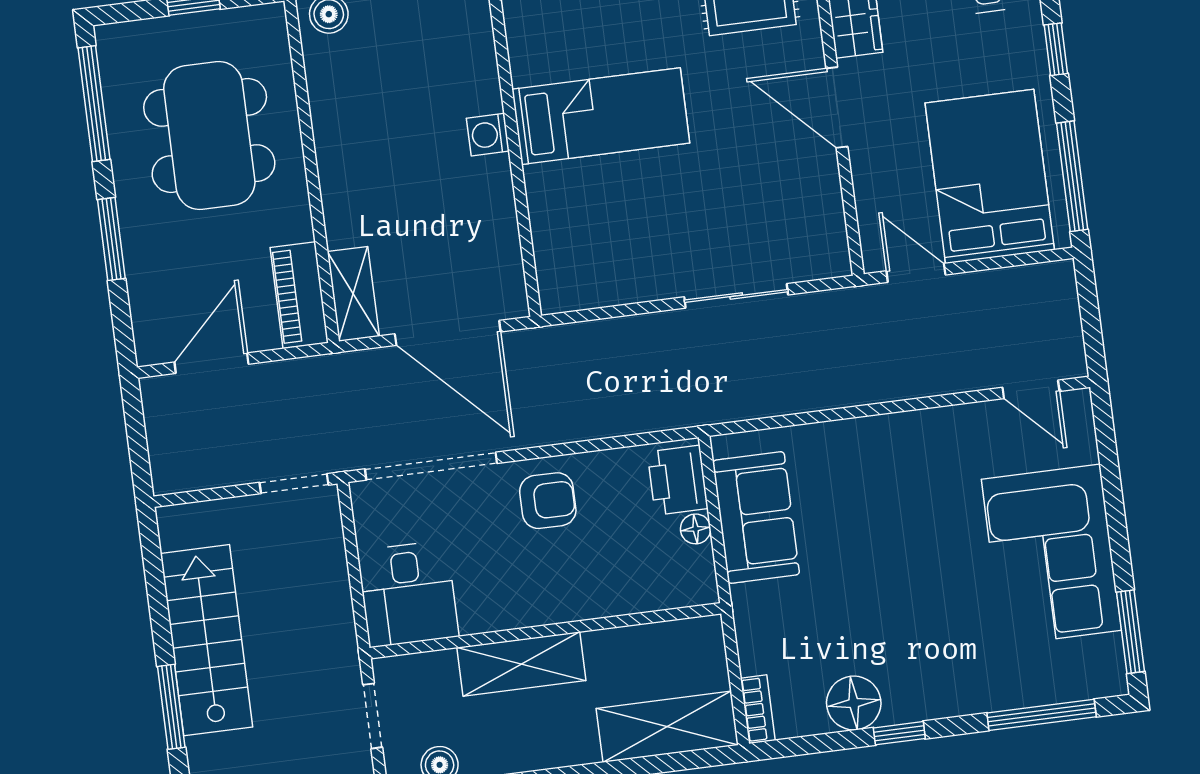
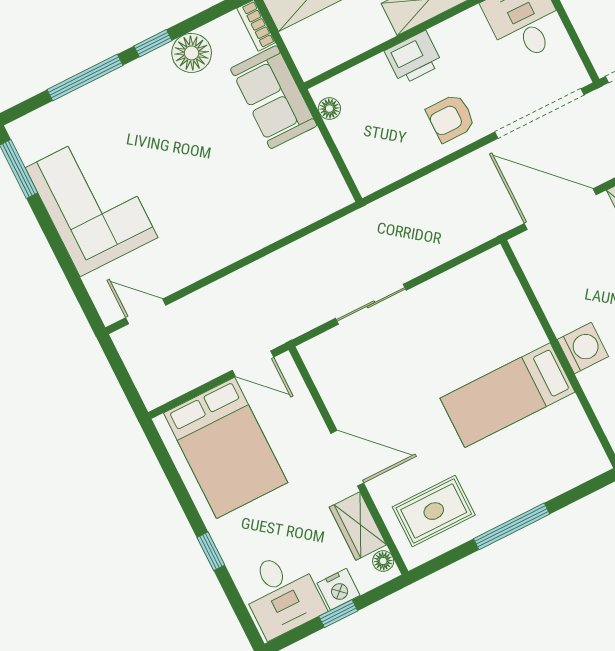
washing machine: (488, 135) -> (583, 348), width x1.38, depth x1.38
window: (1072, 176) -> (169, 468), removed
printer: (678, 480) -> (414, 58), moved, turned 90
sofa: (756, 517) -> (274, 97), moved
floor lamp: (696, 529) -> (329, 109), moved
window: (1042, 715) -> (85, 77), moved

